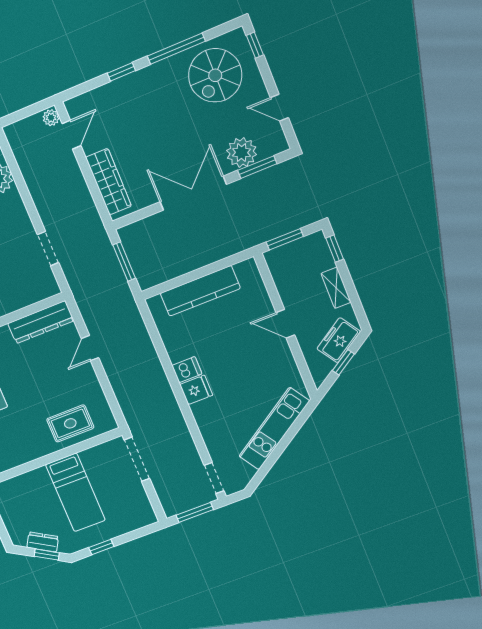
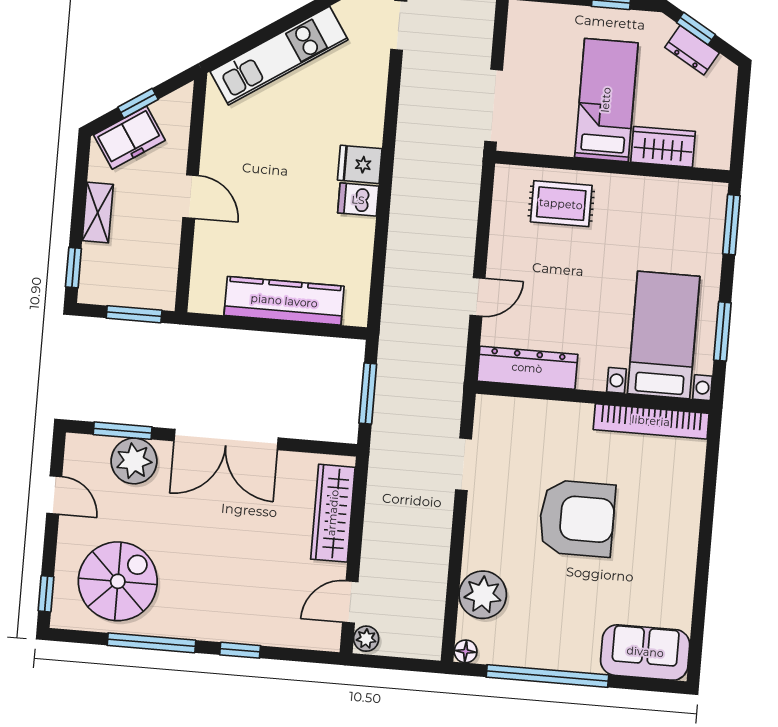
wardrobe: (30, 482) -> (663, 147), added

